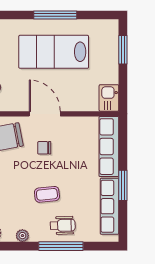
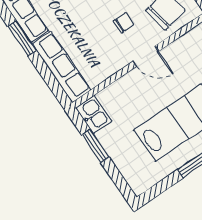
window: (123, 50) -> (95, 146), moved
door: (45, 114) -> (146, 56), width x0.73

